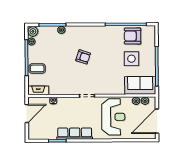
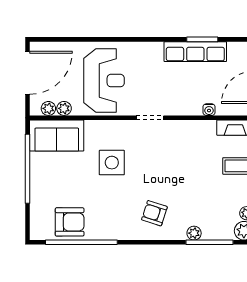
armchair: (83, 57) -> (154, 213), moved
side table: (131, 59) -> (112, 163), moved
reception desk: (113, 117) -> (104, 81), turned 180
row of seats: (75, 134) -> (195, 52), moved

